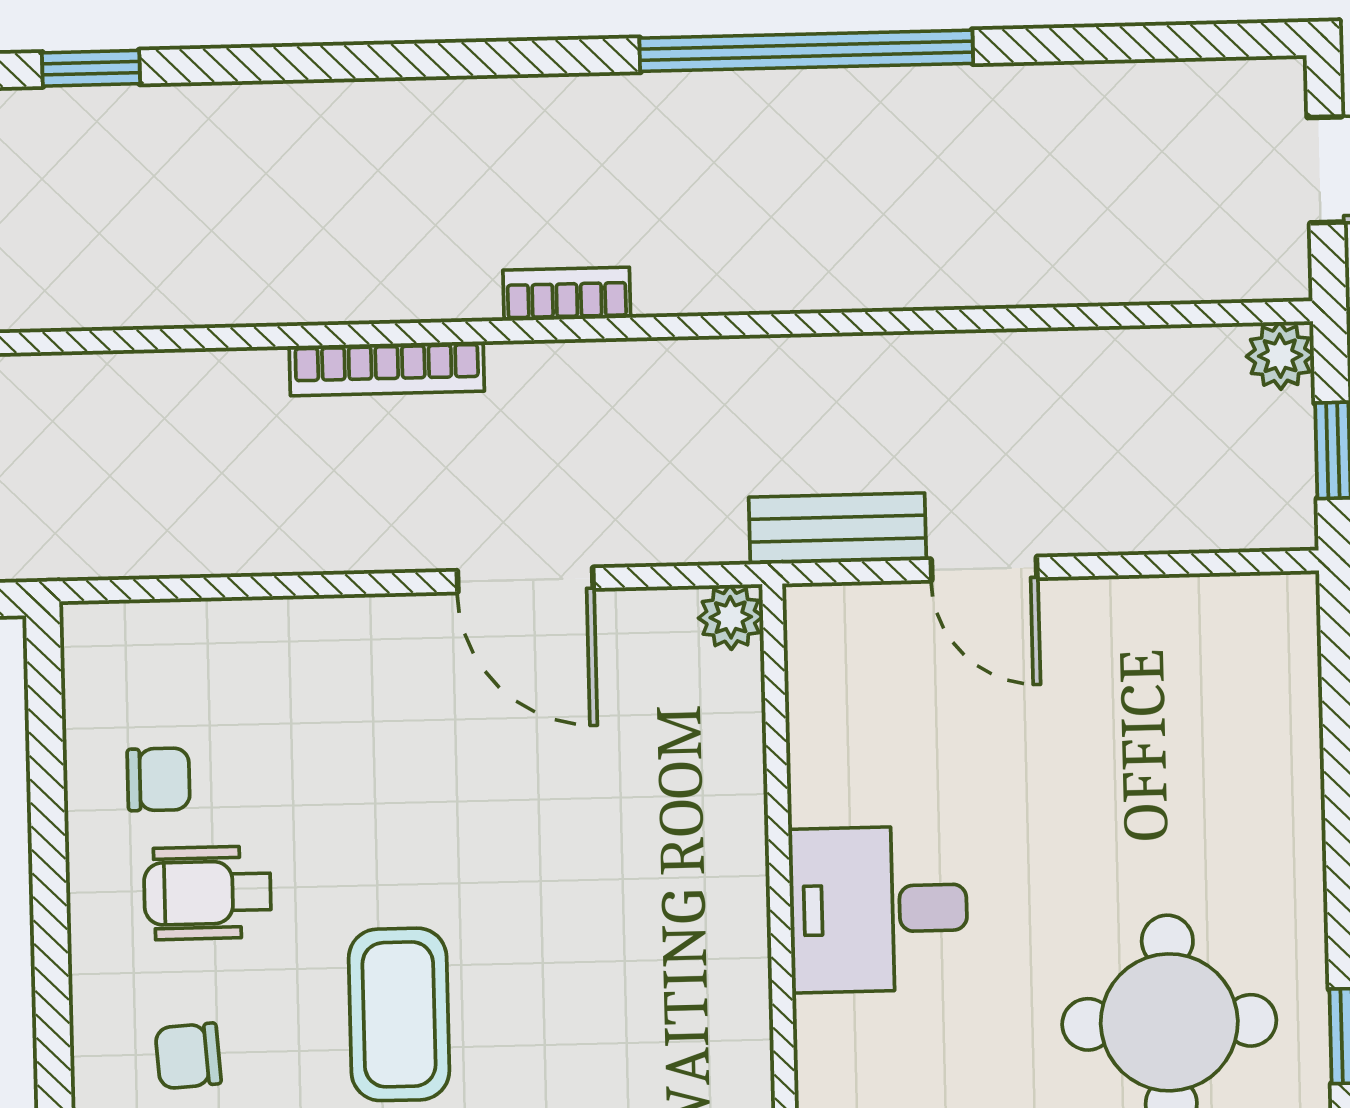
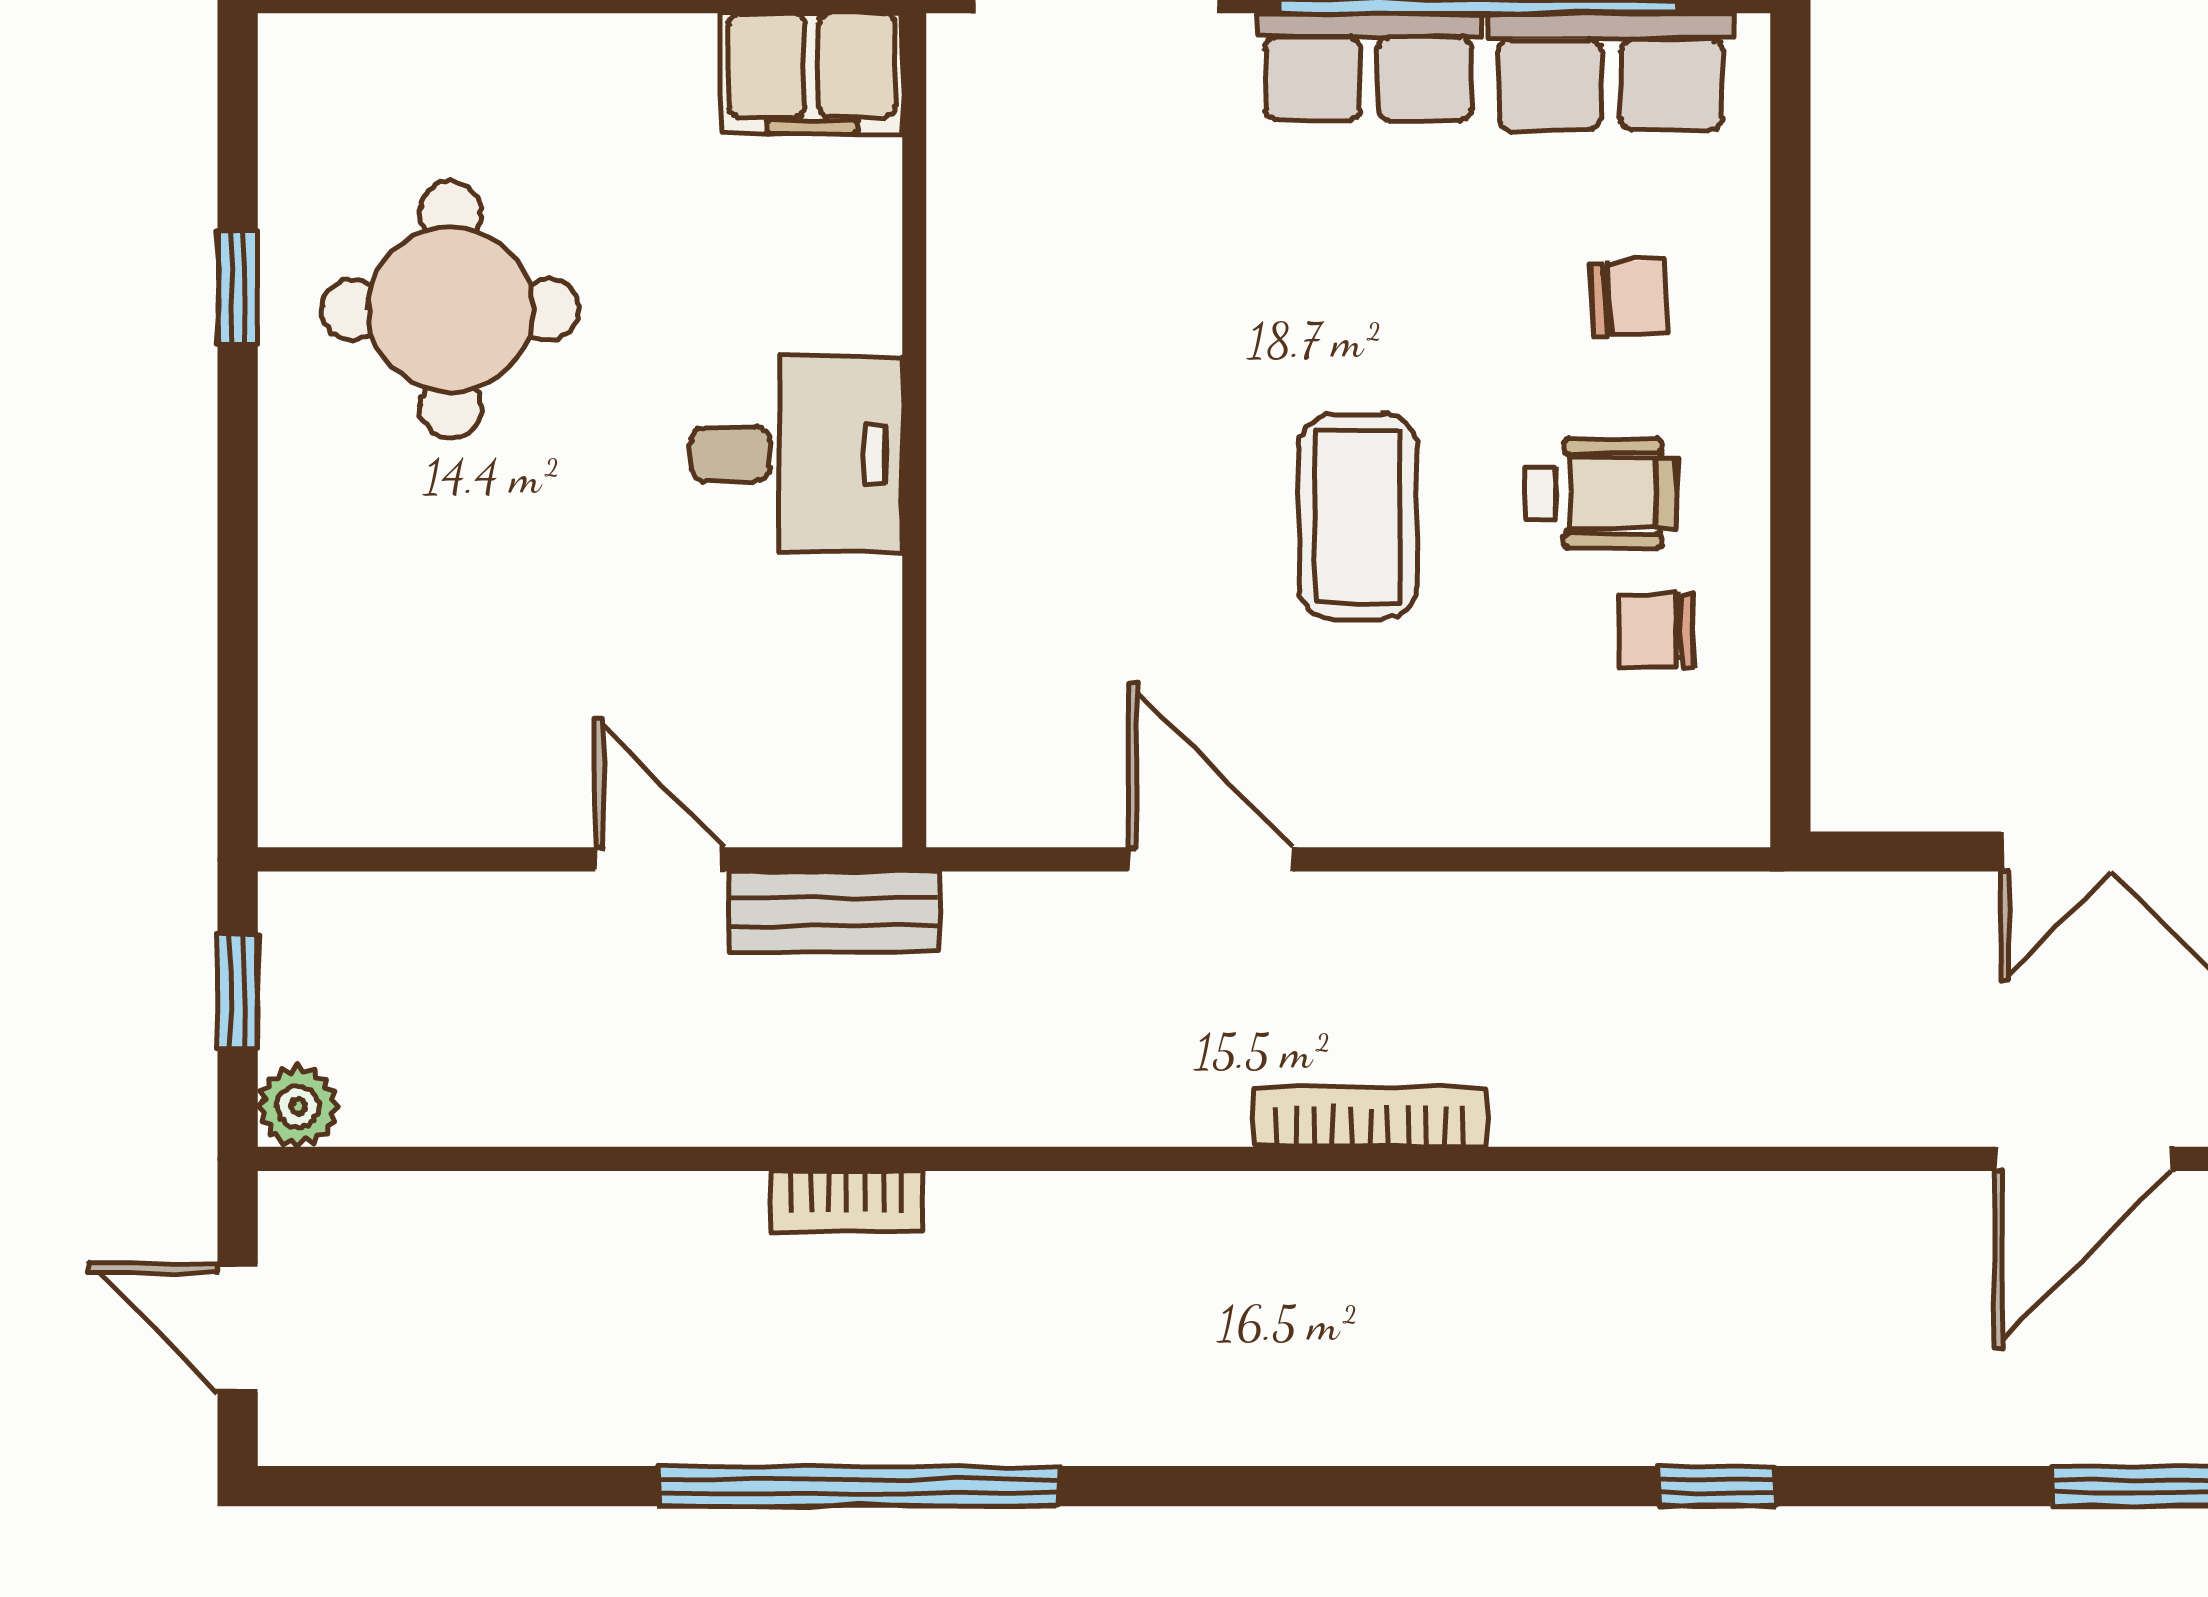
bookcase: (567, 294) -> (847, 1201), moved
plant: (731, 617) -> (965, 809), removed
coffee table: (399, 1014) -> (1358, 517), moved

